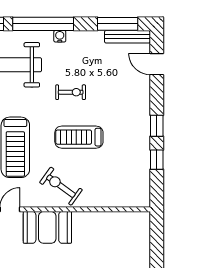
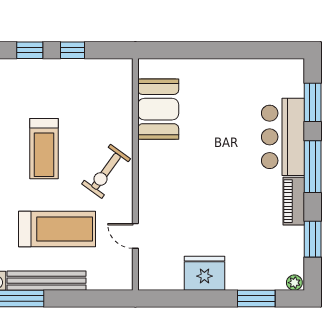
booth: (47, 227) -> (158, 109), moved

